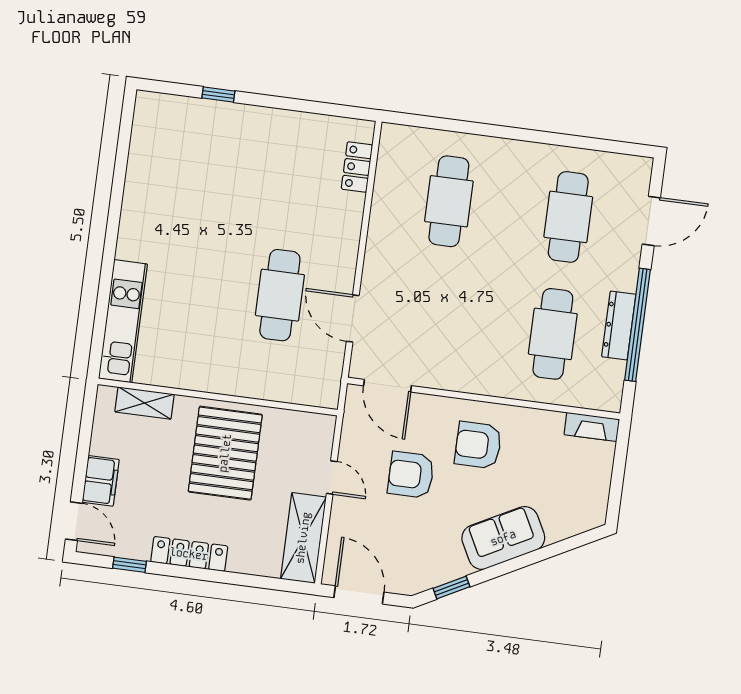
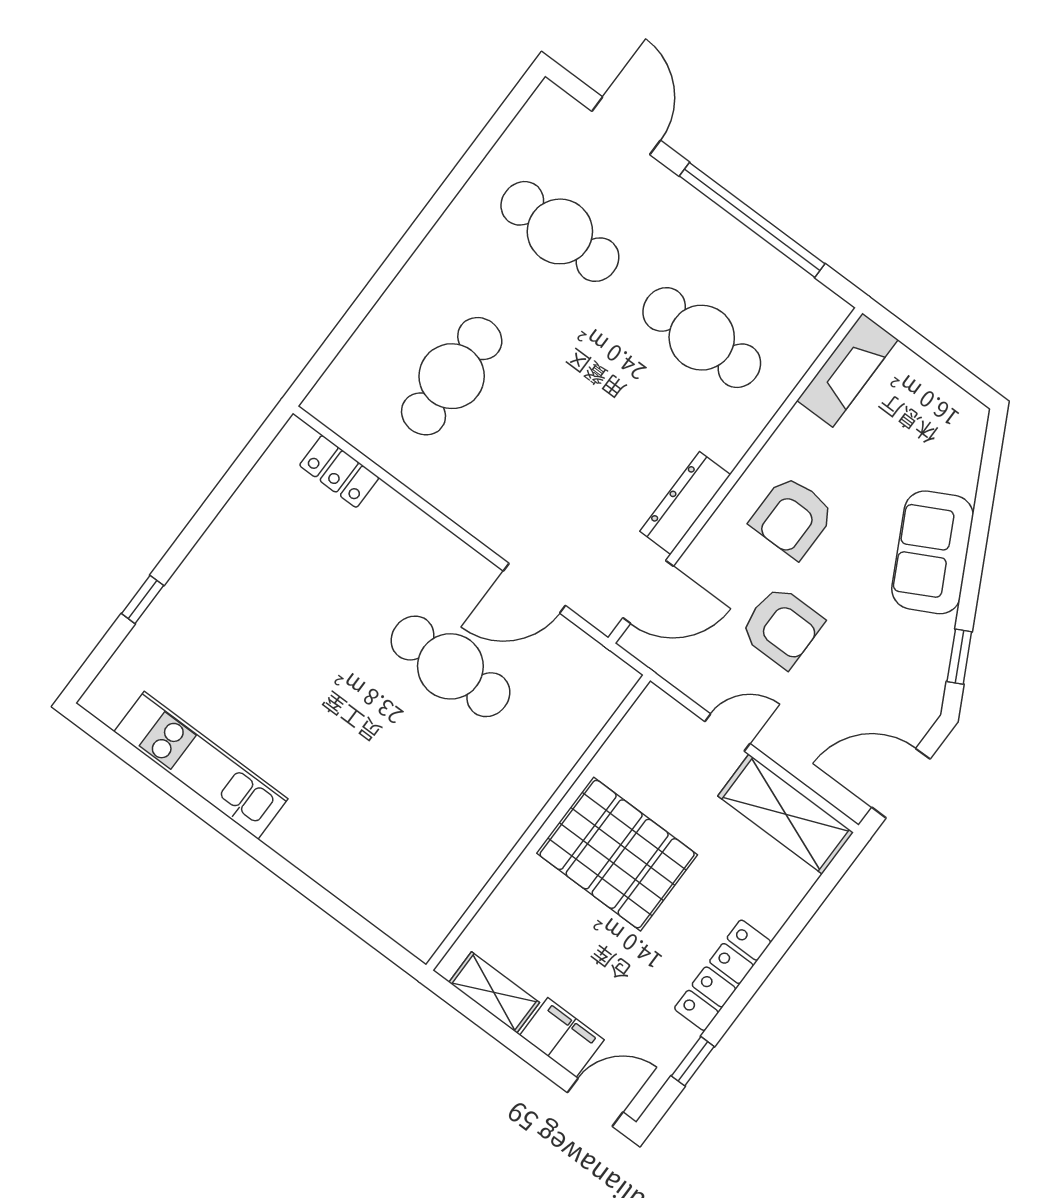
cafe table: (449, 201) -> (452, 376), turned 90
kitchen unit: (123, 321) -> (201, 765), moved
dresser: (619, 326) -> (685, 503), moved, turned 90
shelving: (145, 403) -> (494, 992), moved, turned 90
fireplace: (592, 427) -> (848, 370), width x1.37, depth x1.32
armchair: (411, 475) -> (782, 627), turned -90

